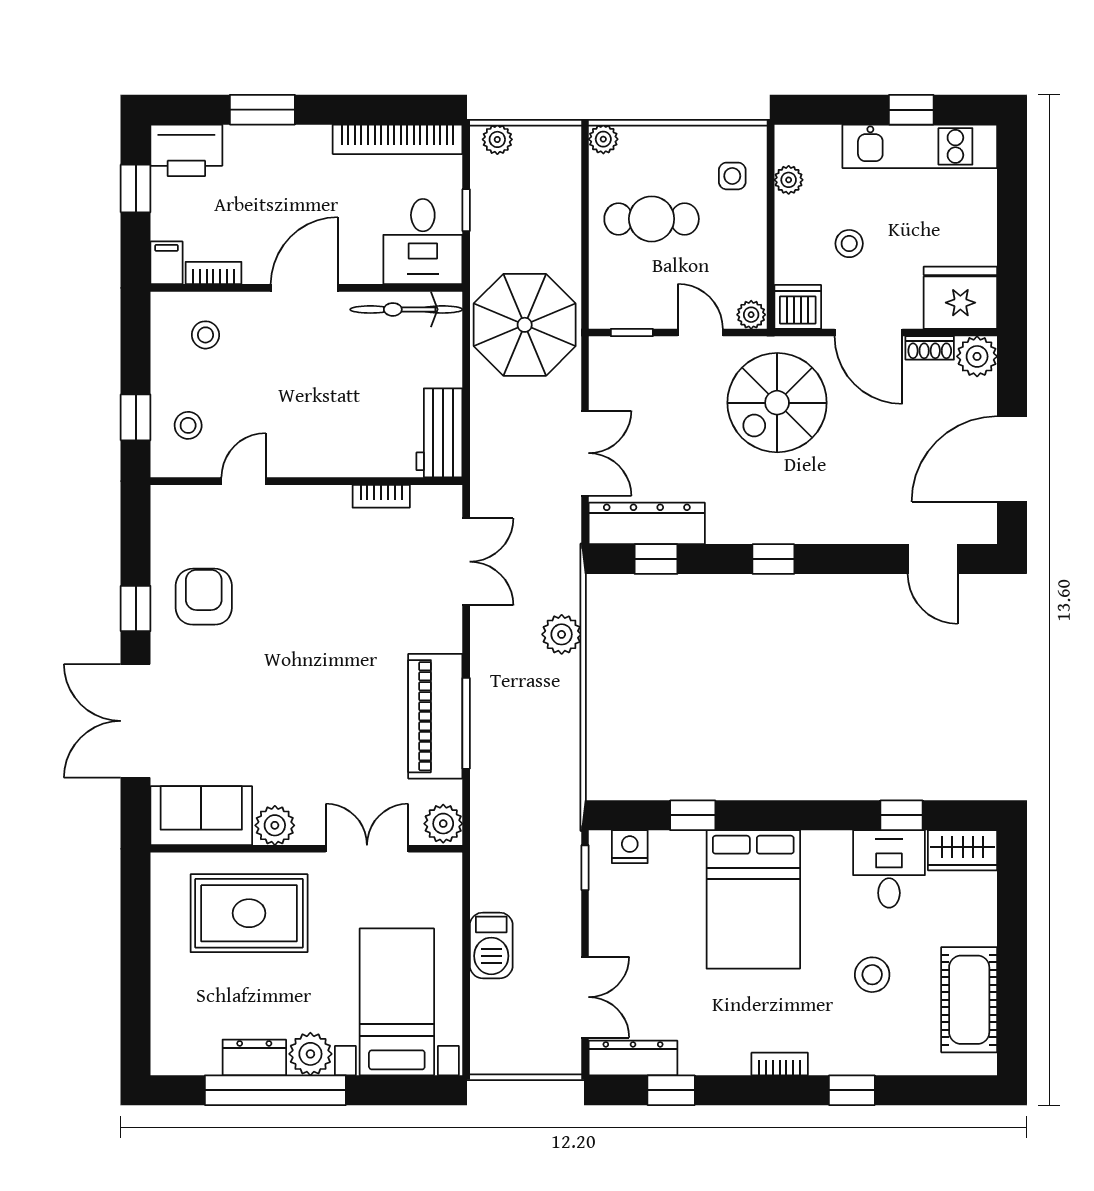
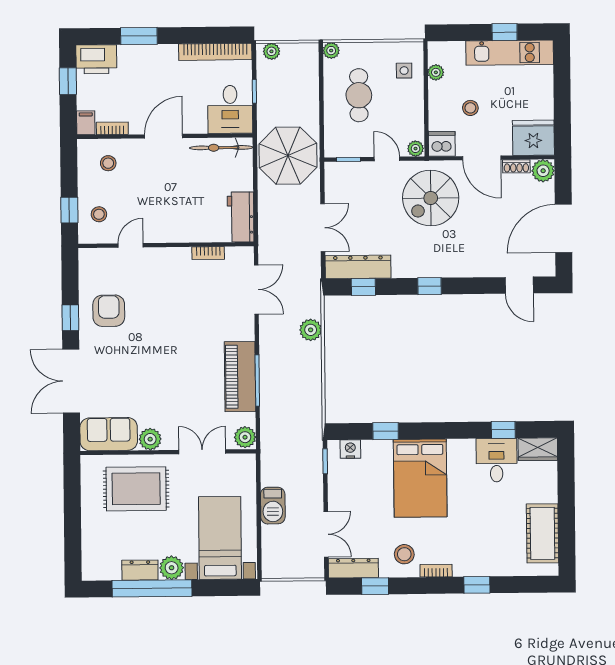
cafe table: (652, 219) -> (359, 95), turned 90
stool: (872, 975) -> (404, 554), moved

